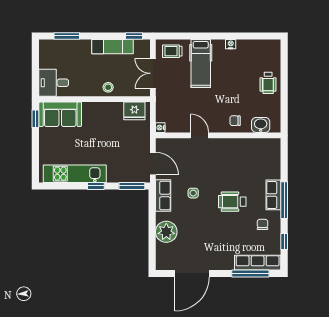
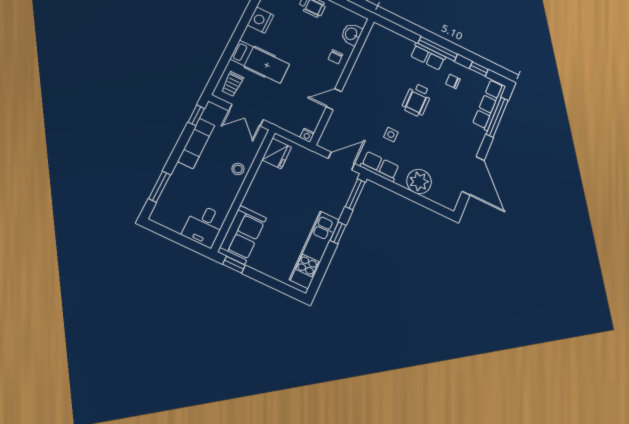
nightstand: (231, 44) -> (261, 20), width x1.89, depth x1.79

